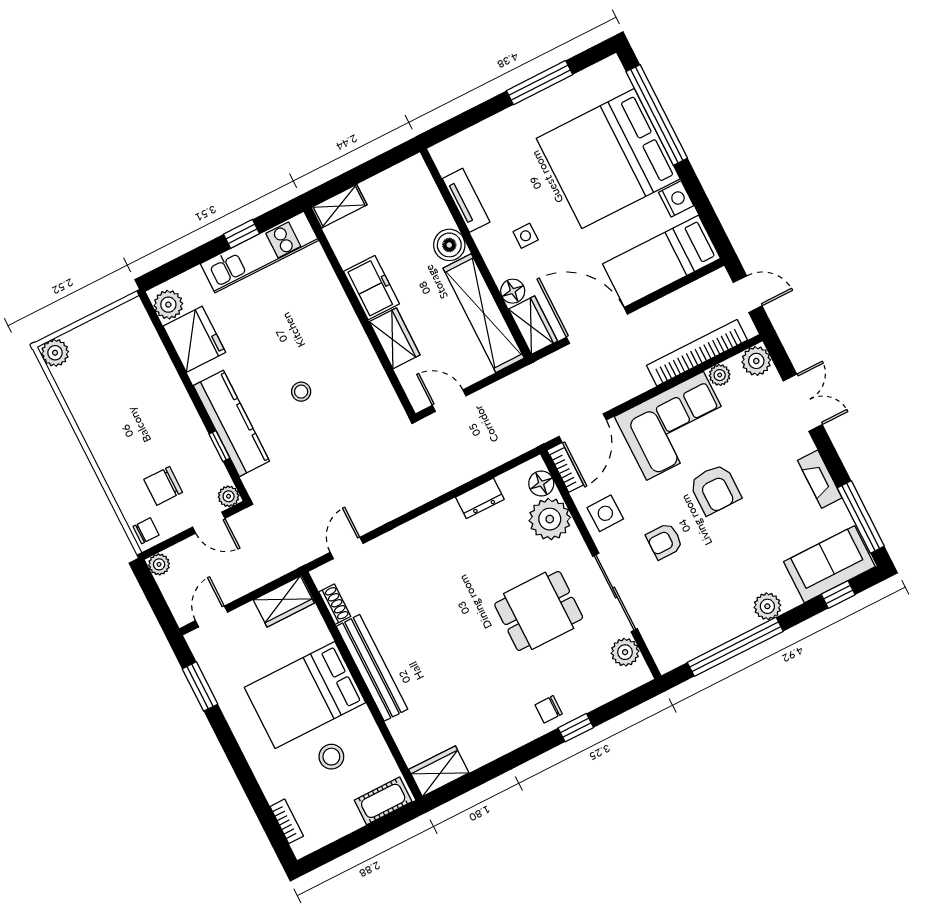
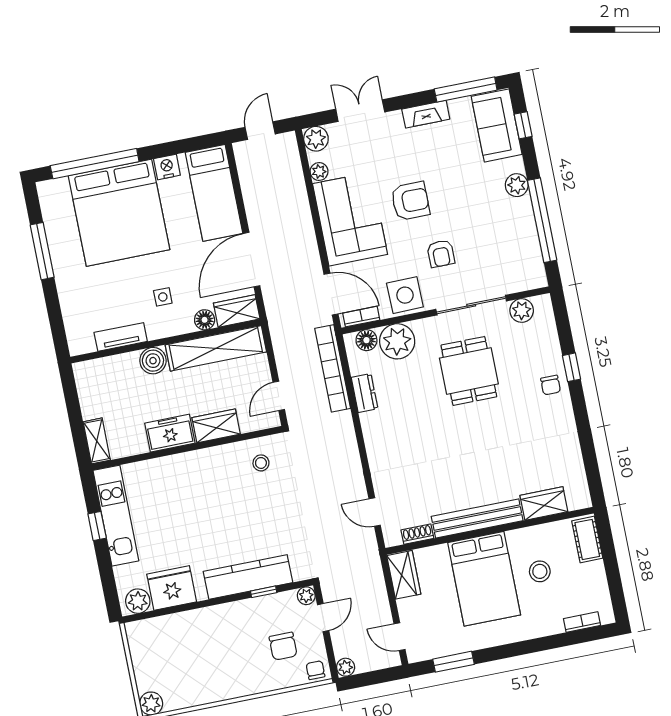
bookcase: (697, 353) -> (333, 368), moved
stool: (301, 392) -> (261, 463), moved
side table: (605, 513) -> (405, 295), width x1.37, depth x1.37
wardrobe: (439, 771) -> (544, 504), moved, turned 90

